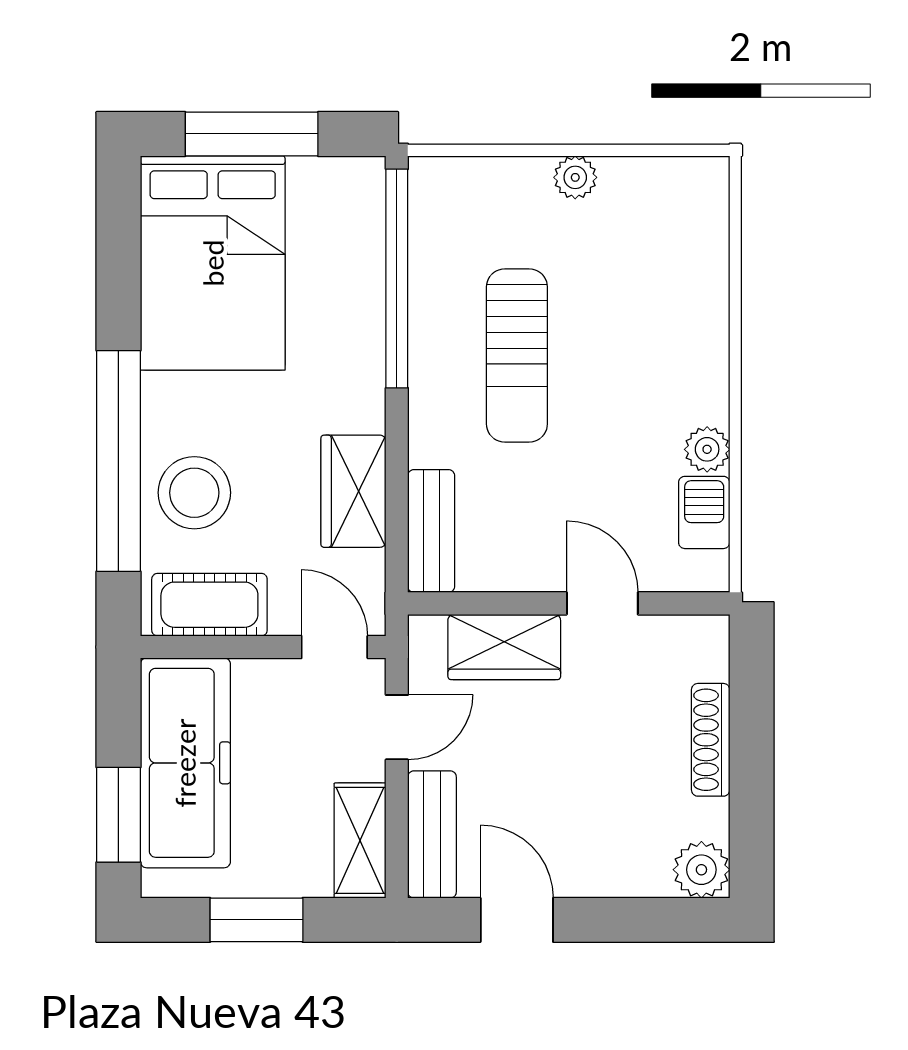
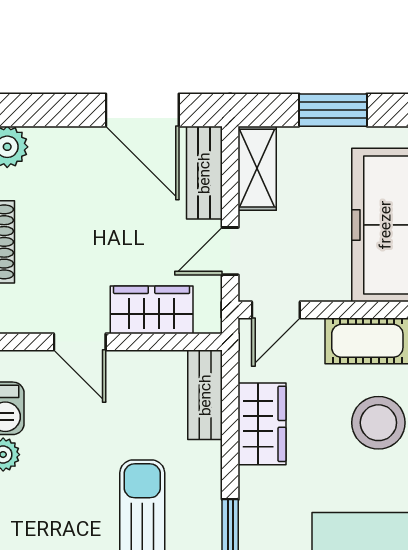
door: (334, 647) -> (276, 310), hinge flipped
door: (517, 920) -> (142, 110), width x1.38

